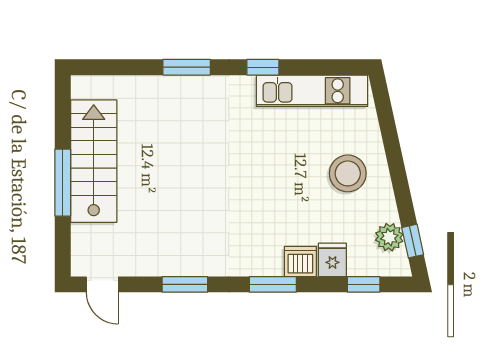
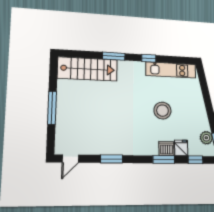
stairs: (94, 161) -> (88, 69), moved, turned 90
stool: (348, 173) -> (162, 111), moved
door: (102, 284) -> (70, 159), hinge flipped
window: (273, 284) -> (164, 159), moved

